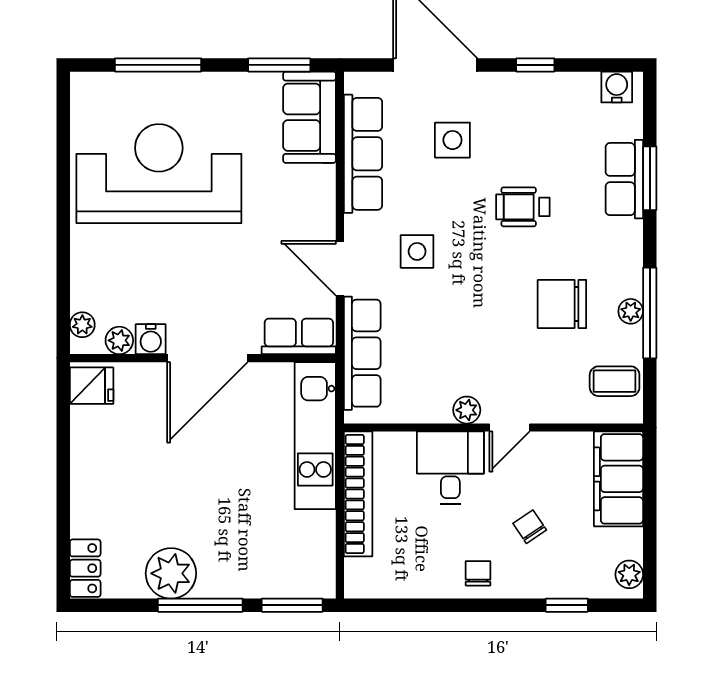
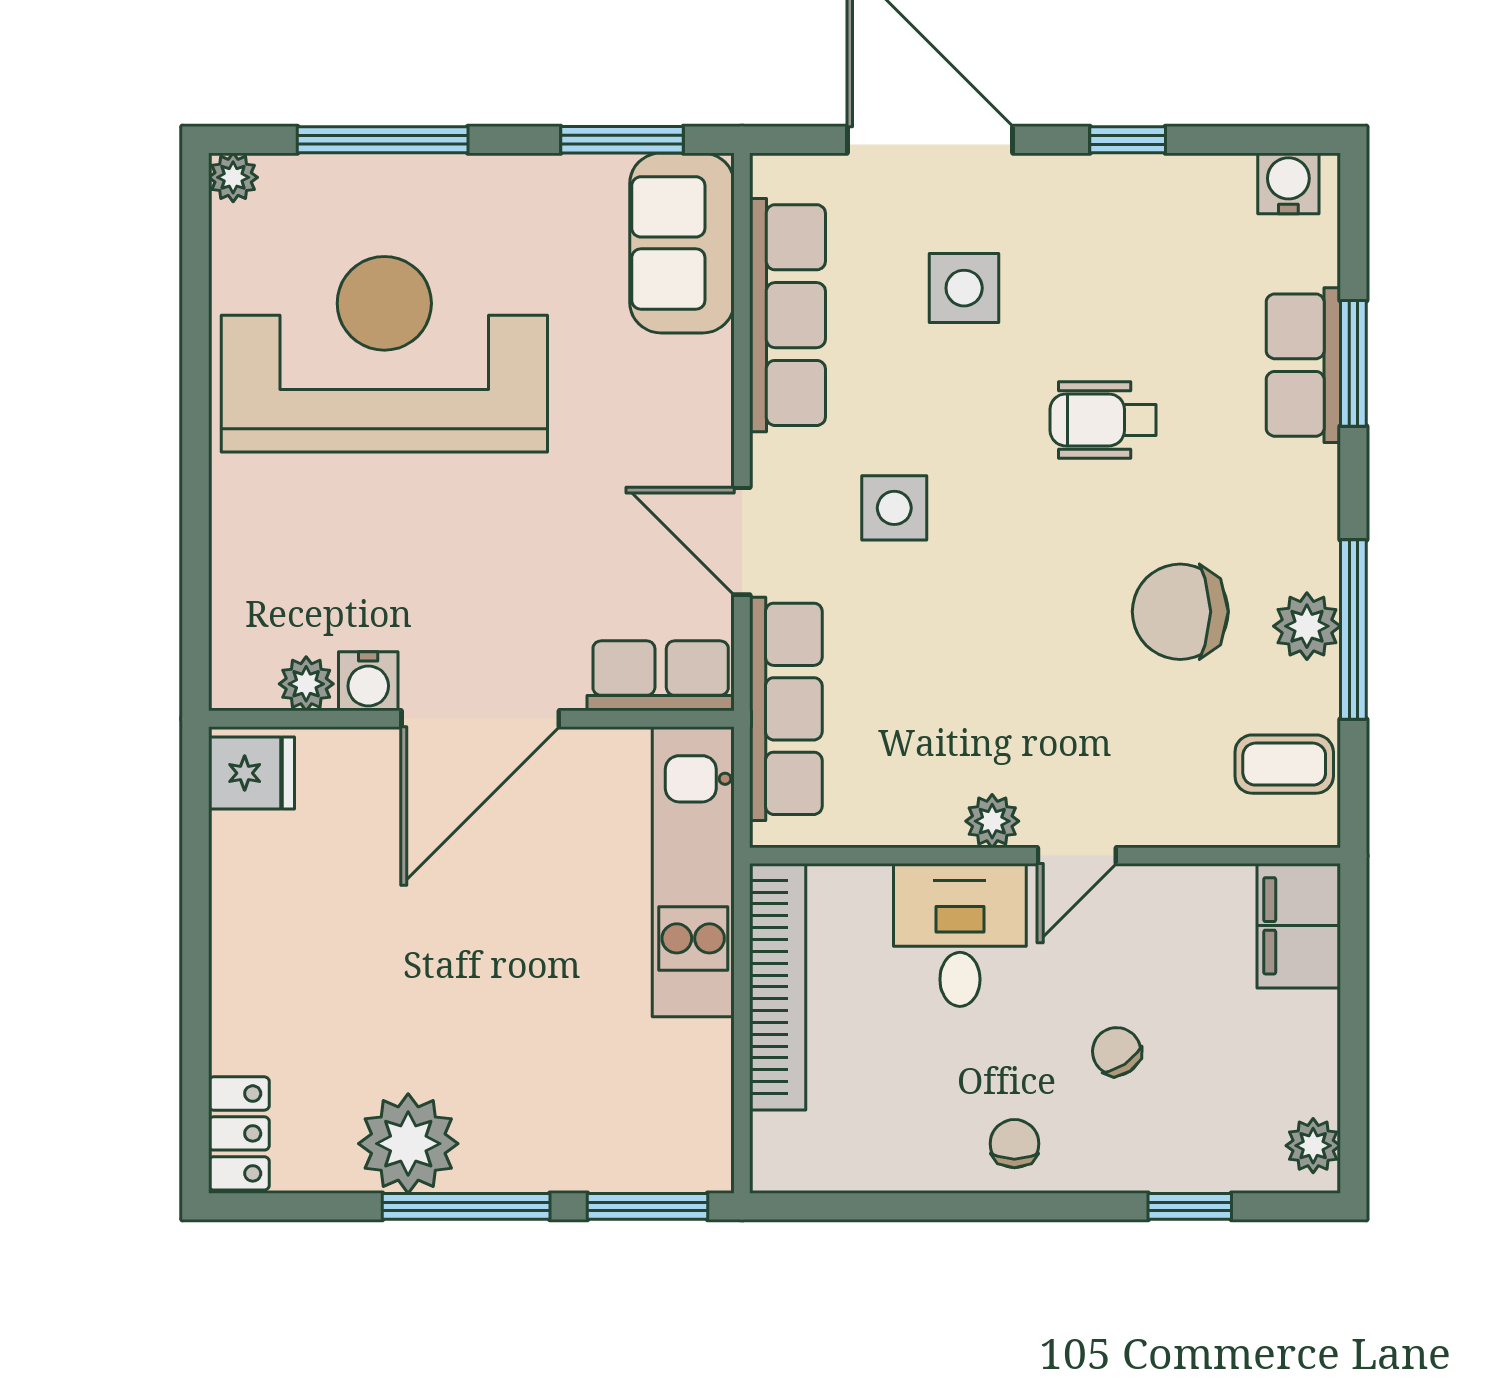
plant: (631, 311) -> (1307, 626), width x1.38, depth x1.38
plant: (82, 325) -> (233, 177), moved
filing cabinet: (618, 479) -> (1299, 926), width x0.67, depth x0.86

